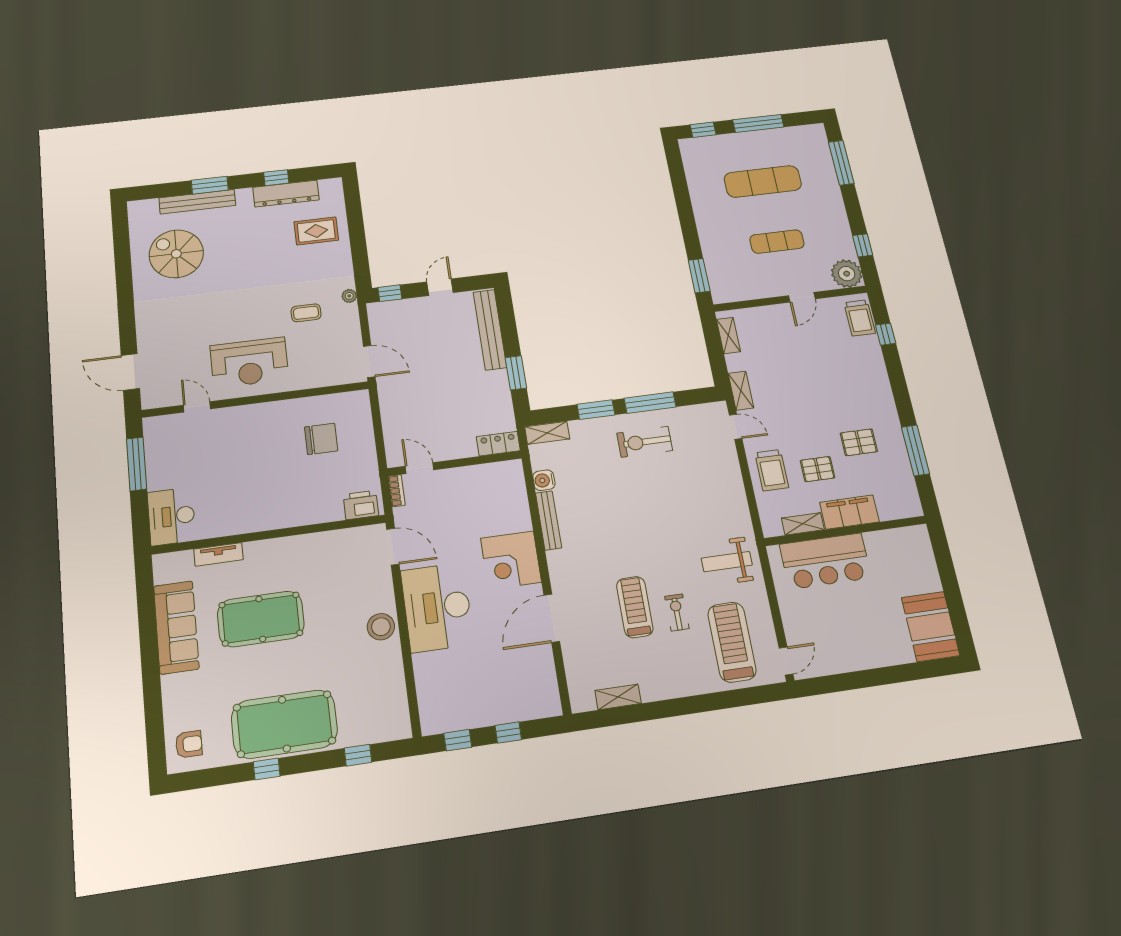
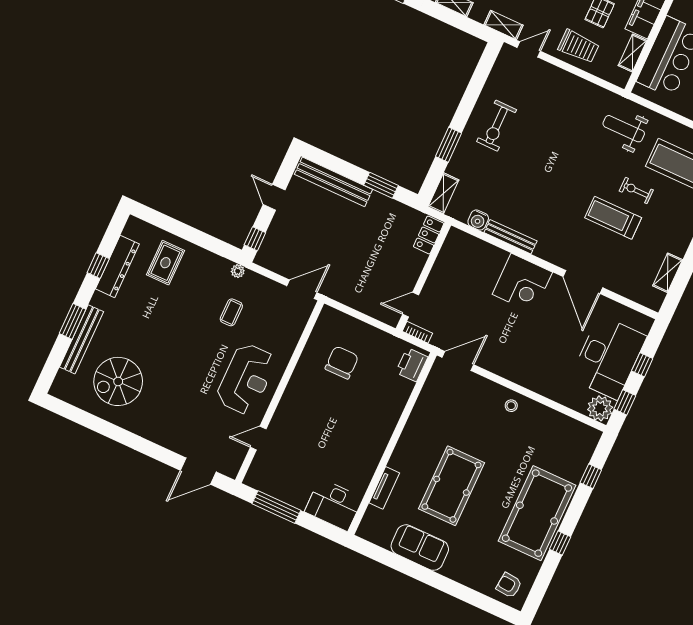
window: (650, 403) -> (469, 100), removed
weight bench: (727, 562) -> (624, 129), turned 90
desk: (437, 607) -> (608, 357), moved, turned -90
sofa: (176, 627) -> (420, 548), width x0.73
stool: (381, 627) -> (511, 406), width x0.53, depth x0.53
plant: (435, 719) -> (600, 408), added
armchair: (189, 744) -> (509, 585), turned -85

